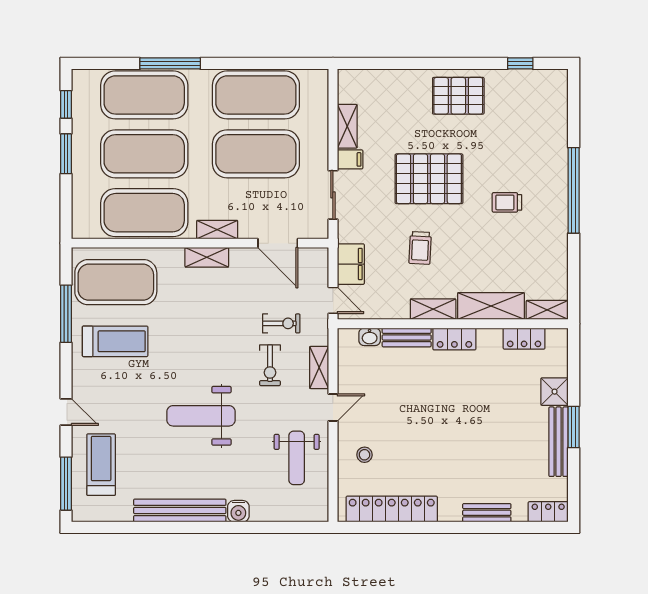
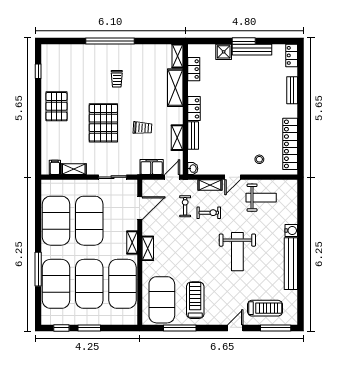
filing cabinet: (350, 159) -> (55, 167), moved
shelving: (433, 309) -> (177, 138), moved
washbasin: (370, 337) -> (193, 169), moved
door: (333, 408) -> (233, 177), swing flipped
treadmill: (101, 465) -> (265, 308), turned 180

